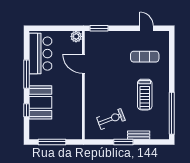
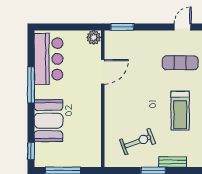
door: (147, 28) -> (183, 27), hinge flipped
door: (83, 64) -> (103, 72), swing flipped
window: (27, 110) -> (31, 151), moved

